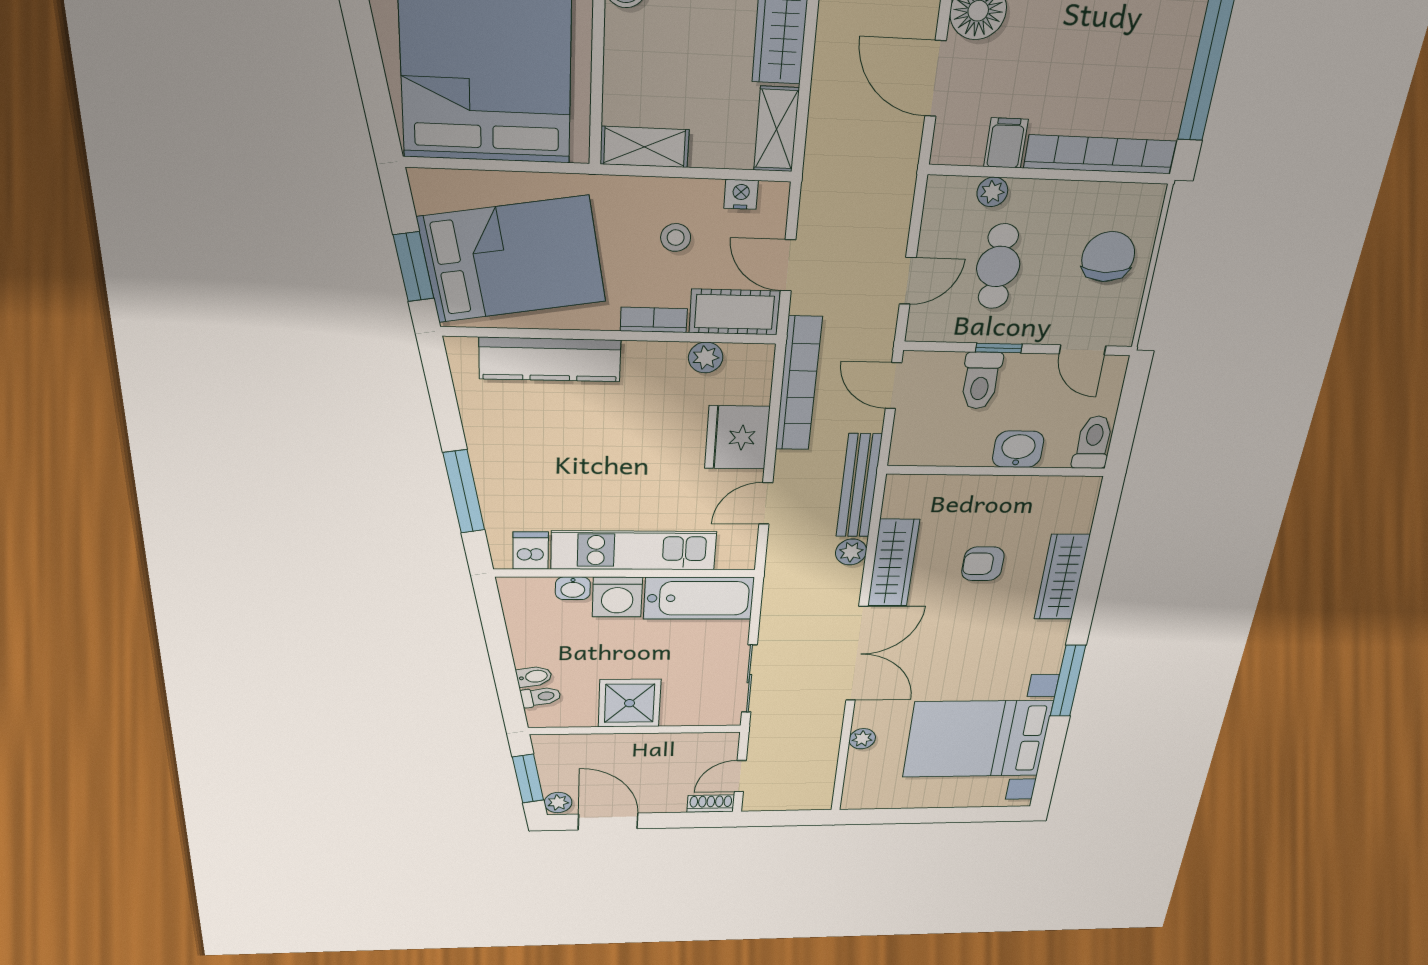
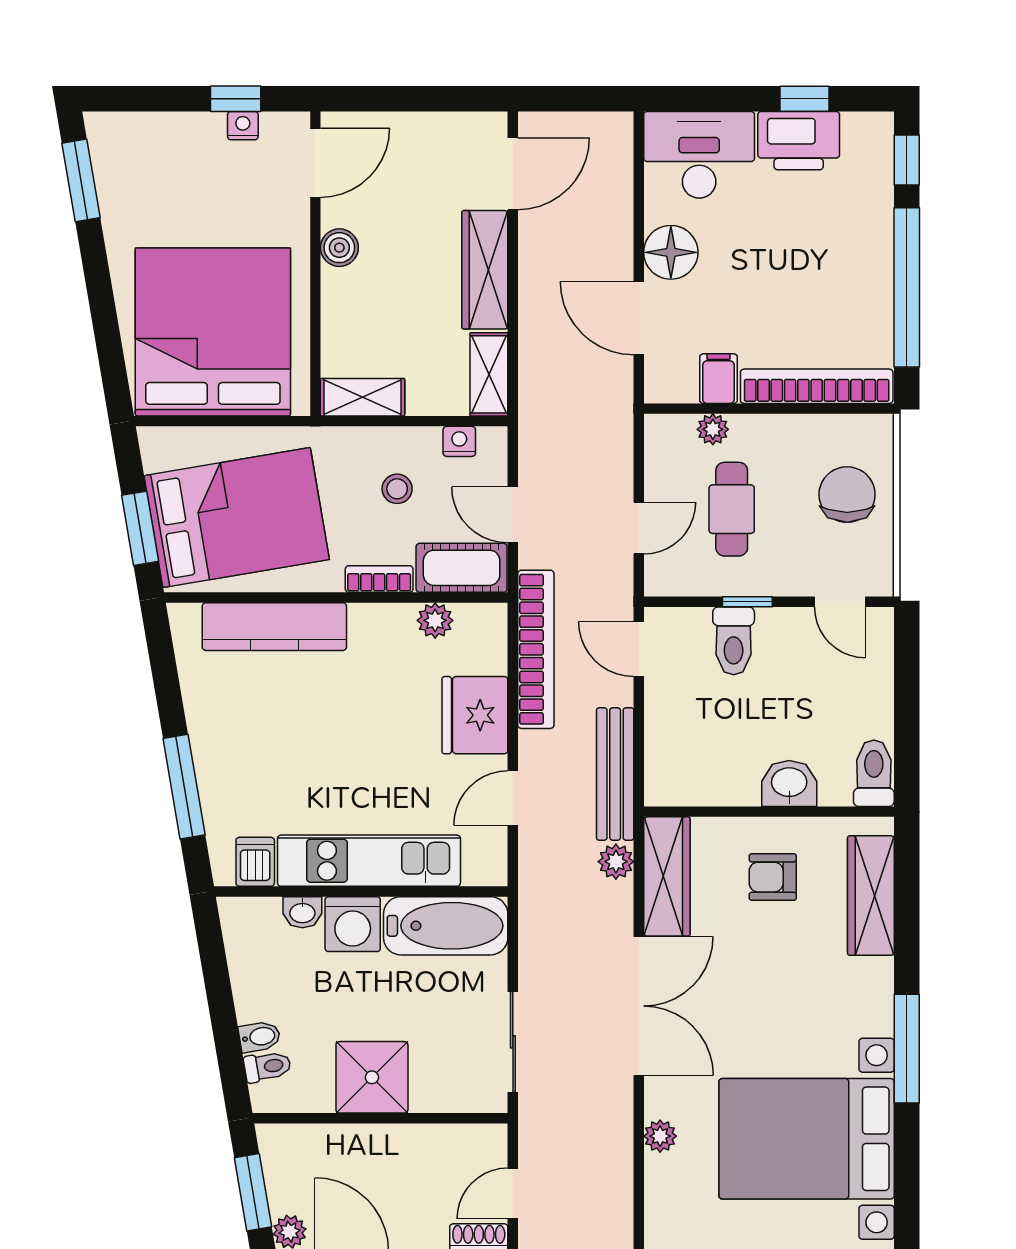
toilet: (1093, 442) -> (874, 773), moved
washbasin: (1018, 449) -> (789, 783), moved
wall: (996, 471) -> (769, 812), moved

